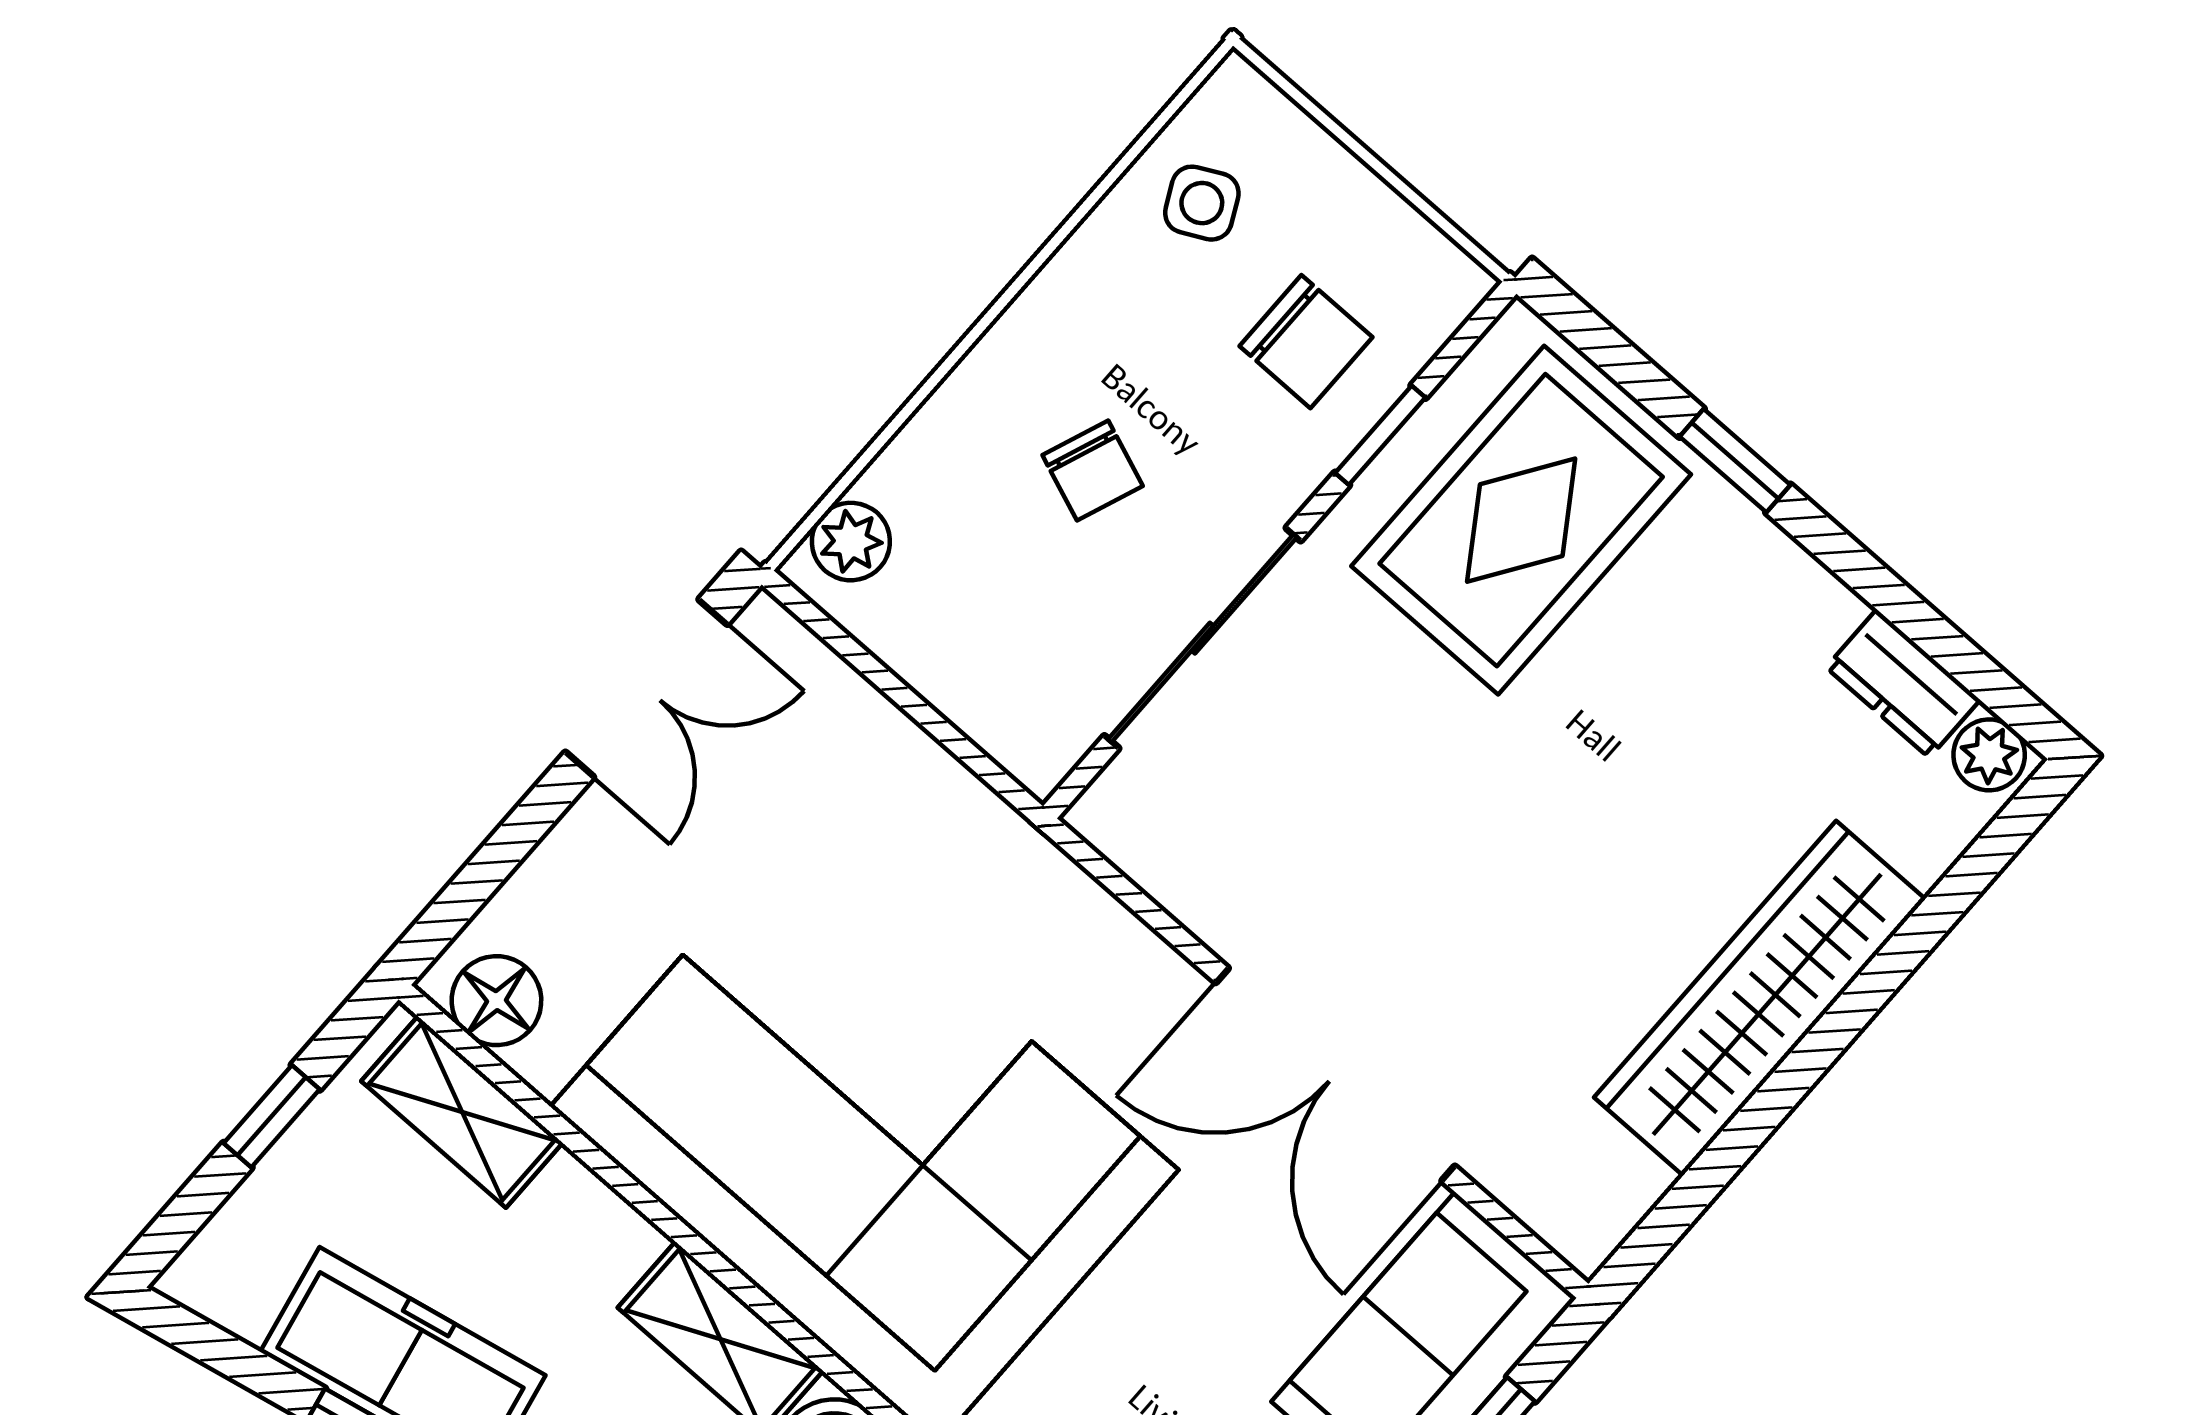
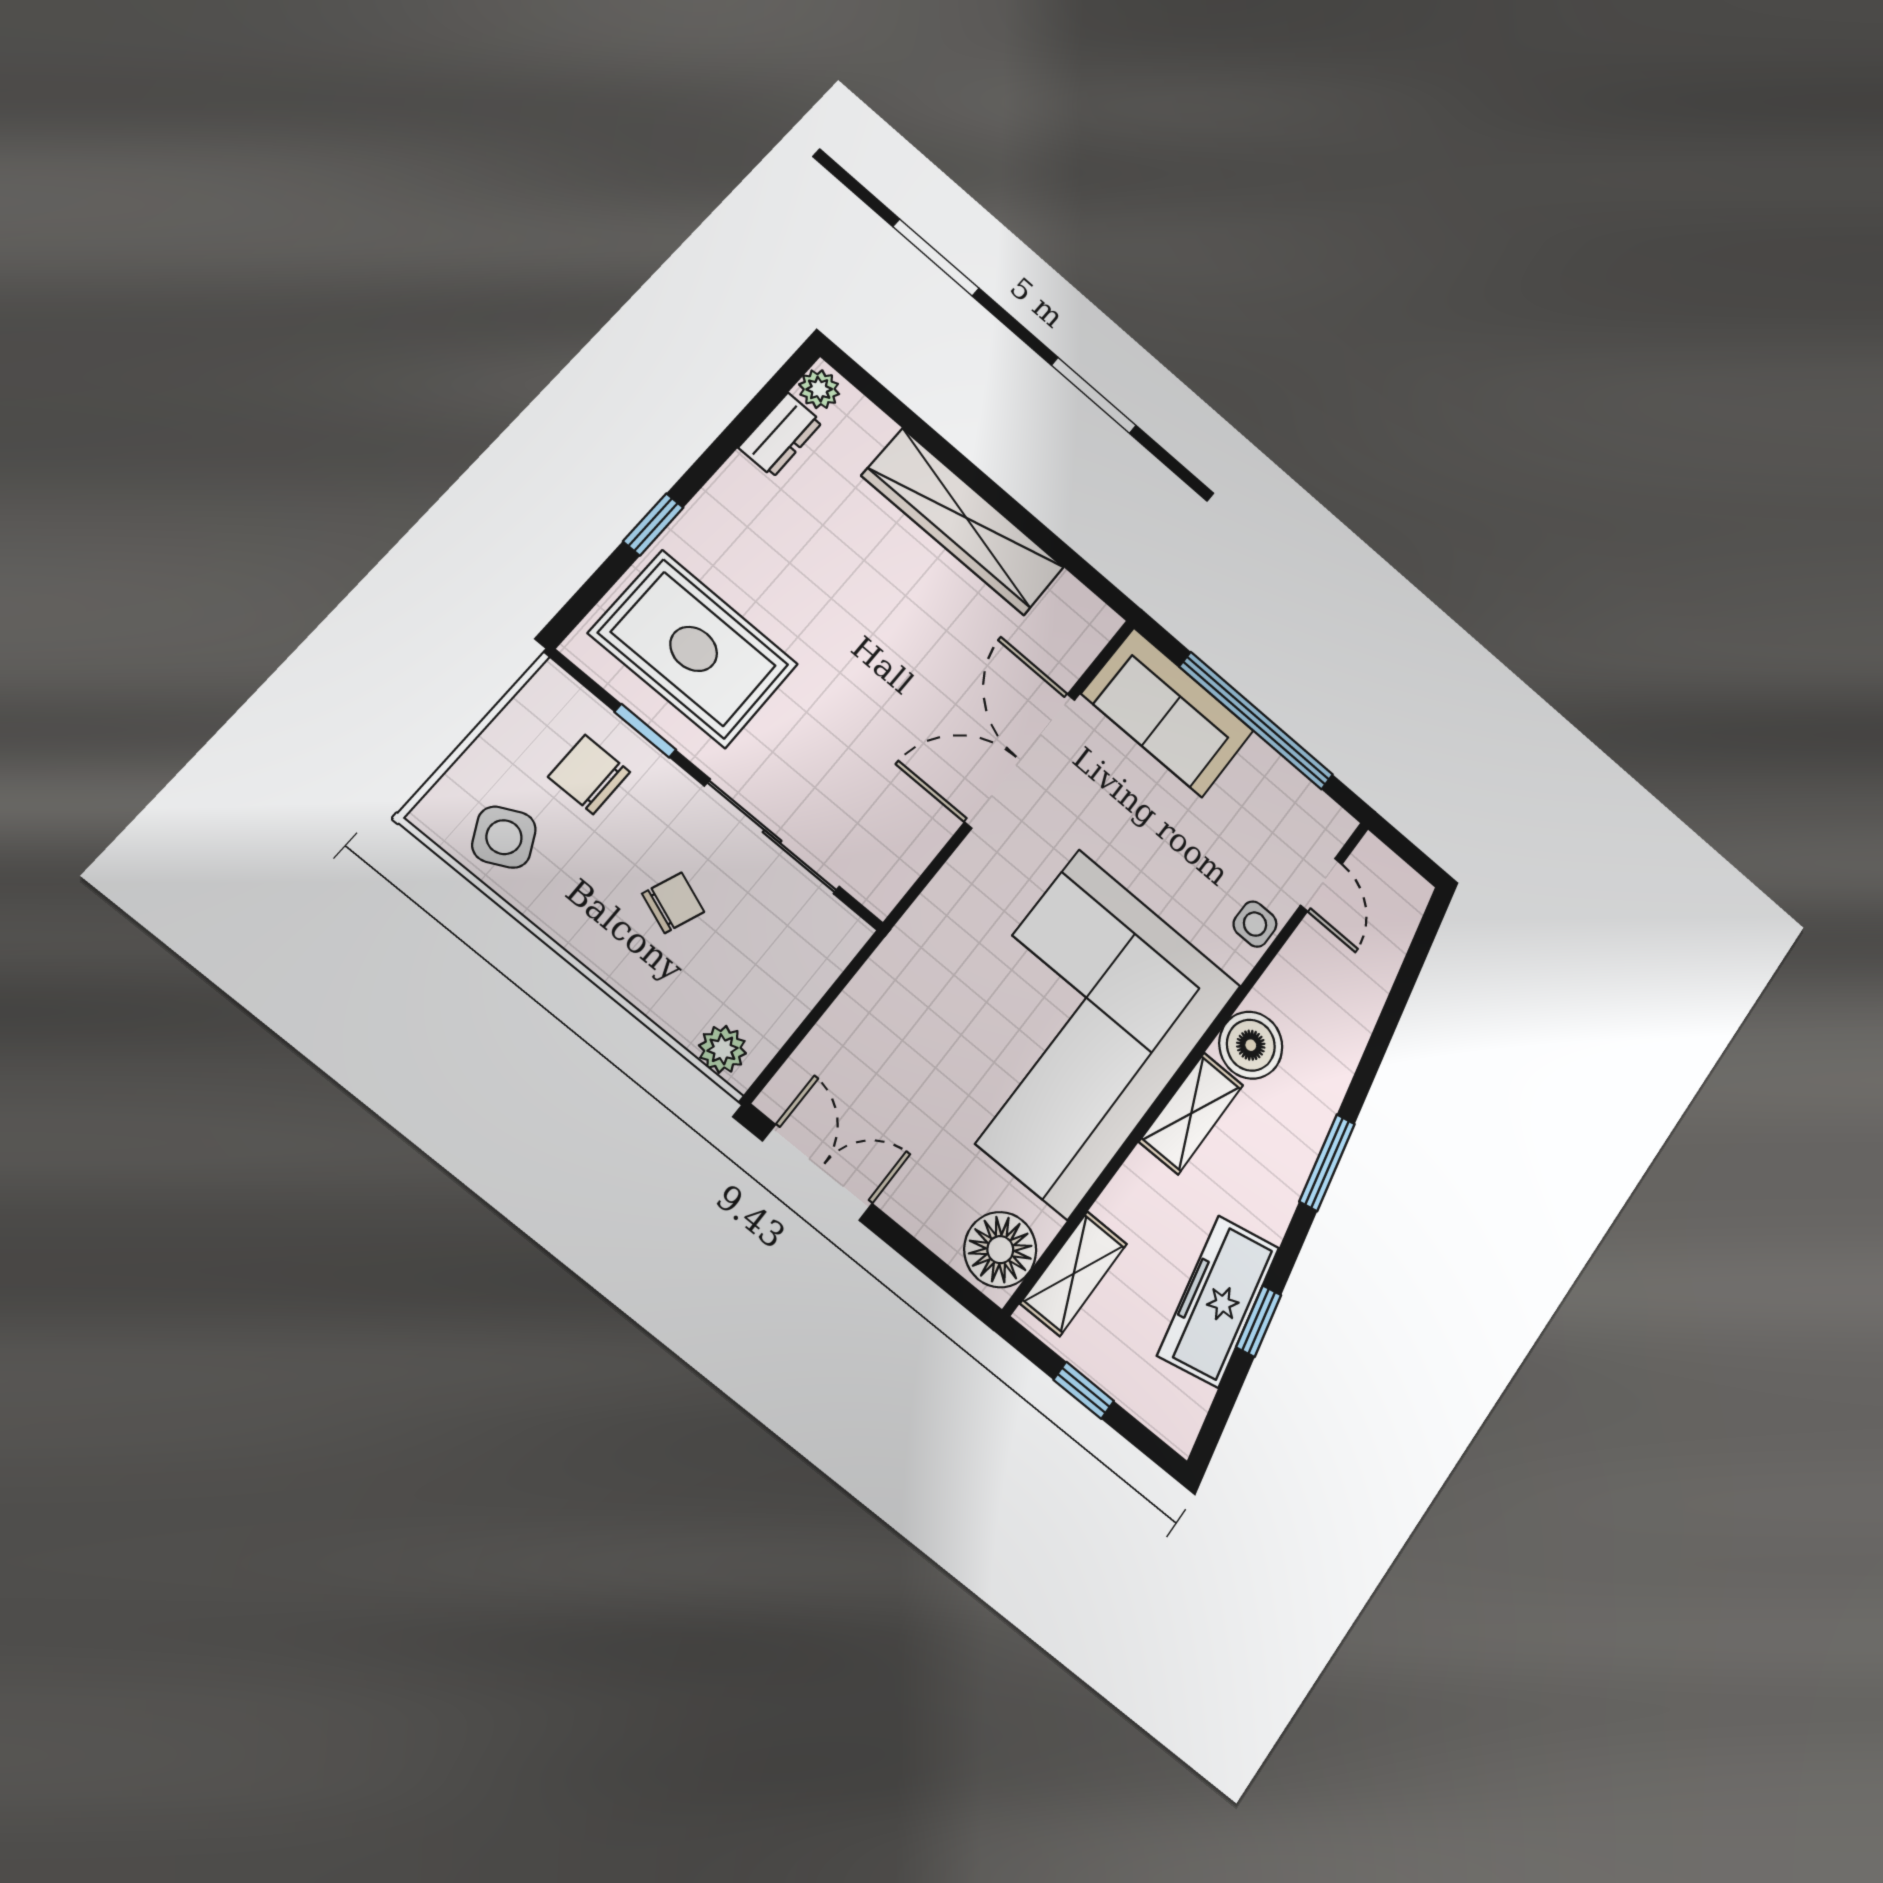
side table: (1202, 203) -> (504, 837), width x1.37, depth x1.37
chair: (1306, 342) -> (589, 774), turned -90
floor lamp: (496, 1001) -> (1000, 1250), width x1.38, depth x1.38
double door: (1335, 1074) -> (1020, 760), swing flipped

